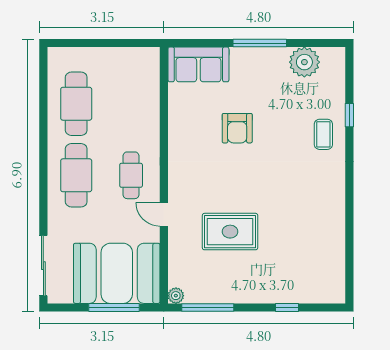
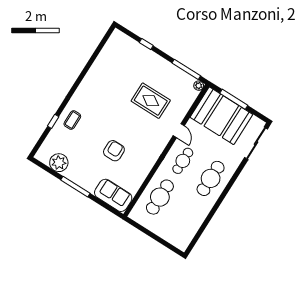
cafe table: (76, 104) -> (160, 197), moved

